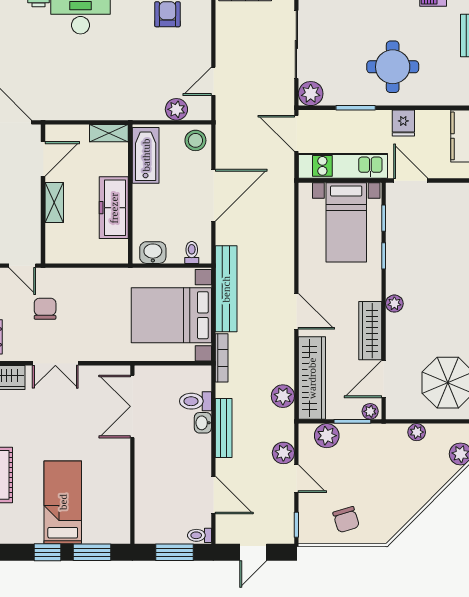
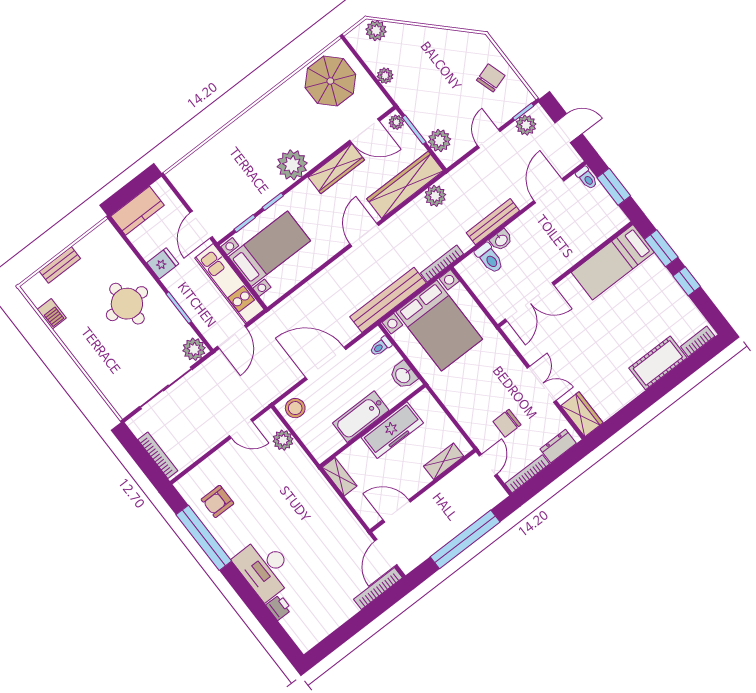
bathtub: (146, 155) -> (361, 417), moved
shelving: (54, 203) -> (444, 461), moved
plant: (394, 304) -> (292, 165), width x1.87, depth x1.87
plant: (283, 453) -> (526, 125), moved
bed: (63, 502) -> (613, 262), moved

